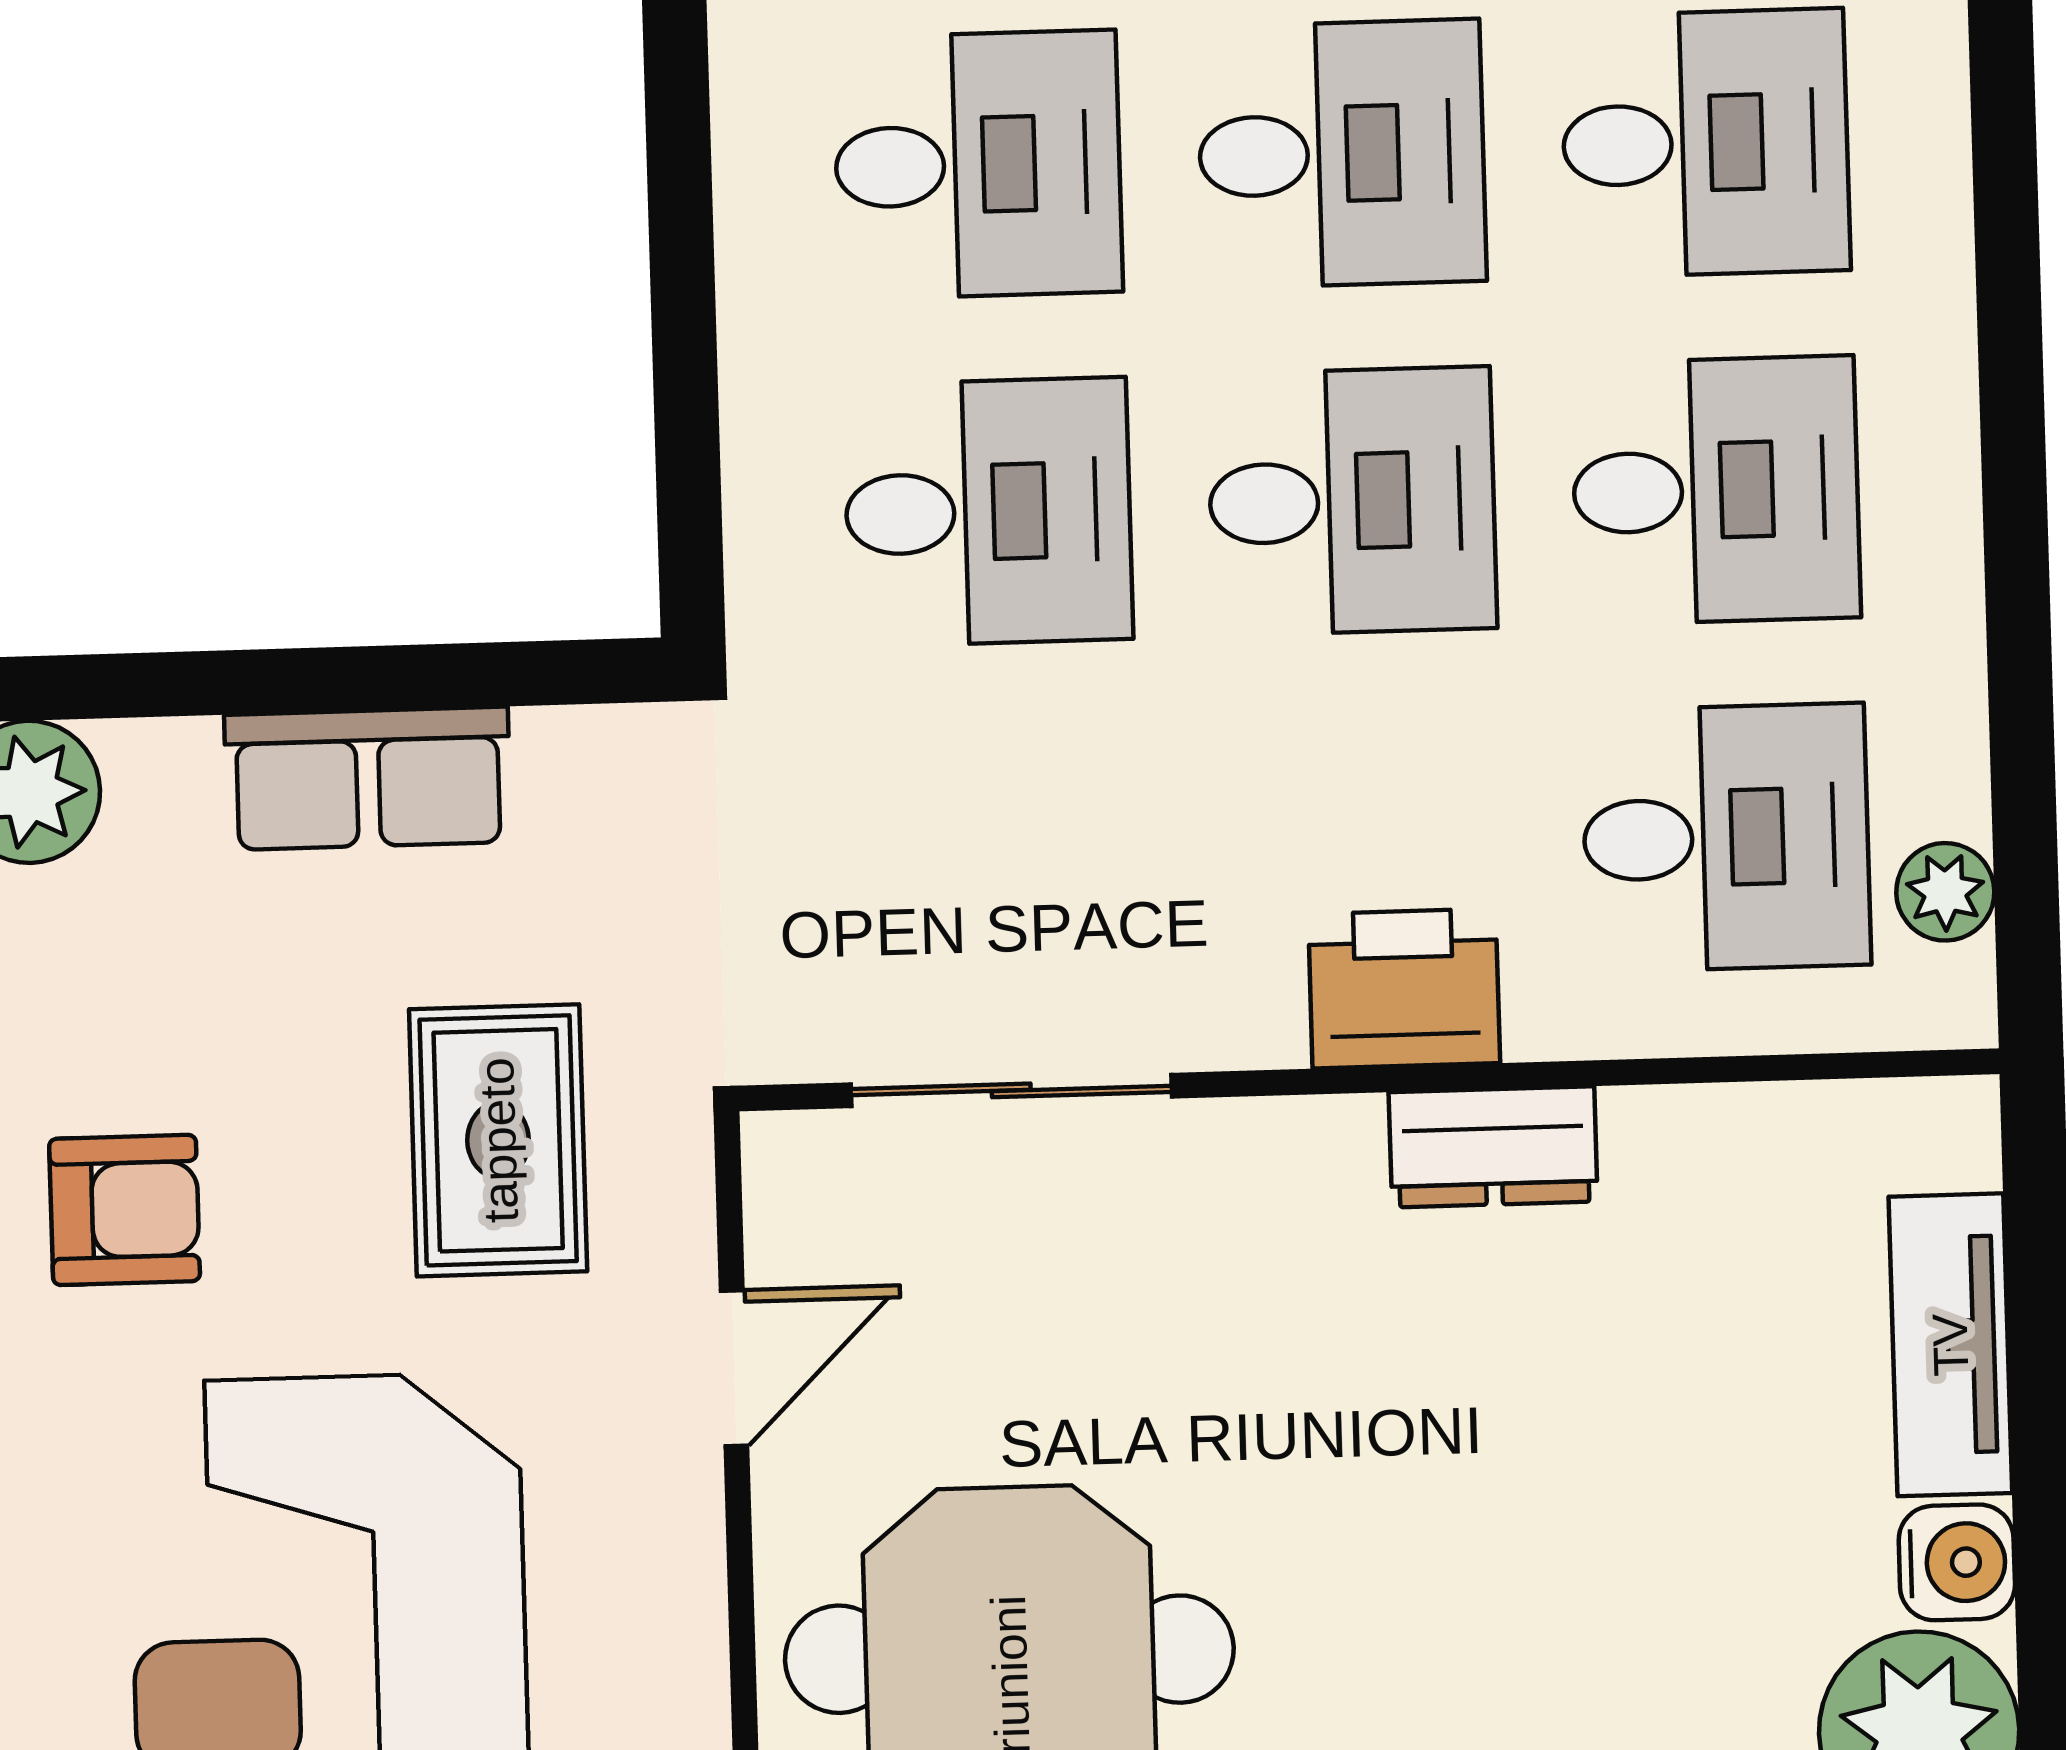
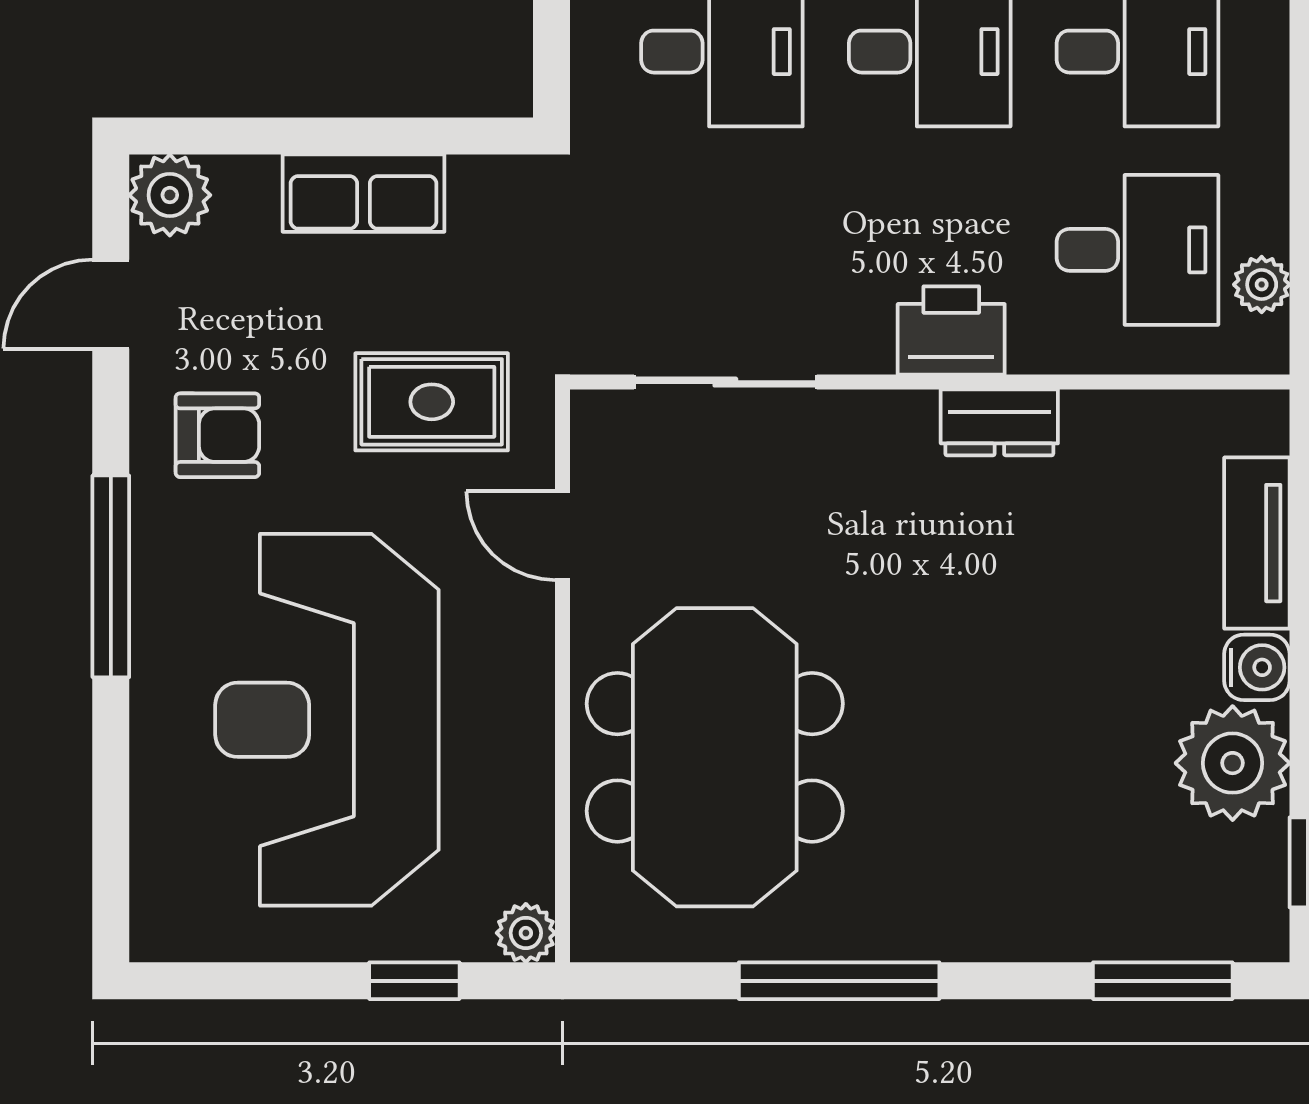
rug: (498, 1140) -> (432, 402), turned 90
door: (734, 1368) -> (562, 536), swing flipped

